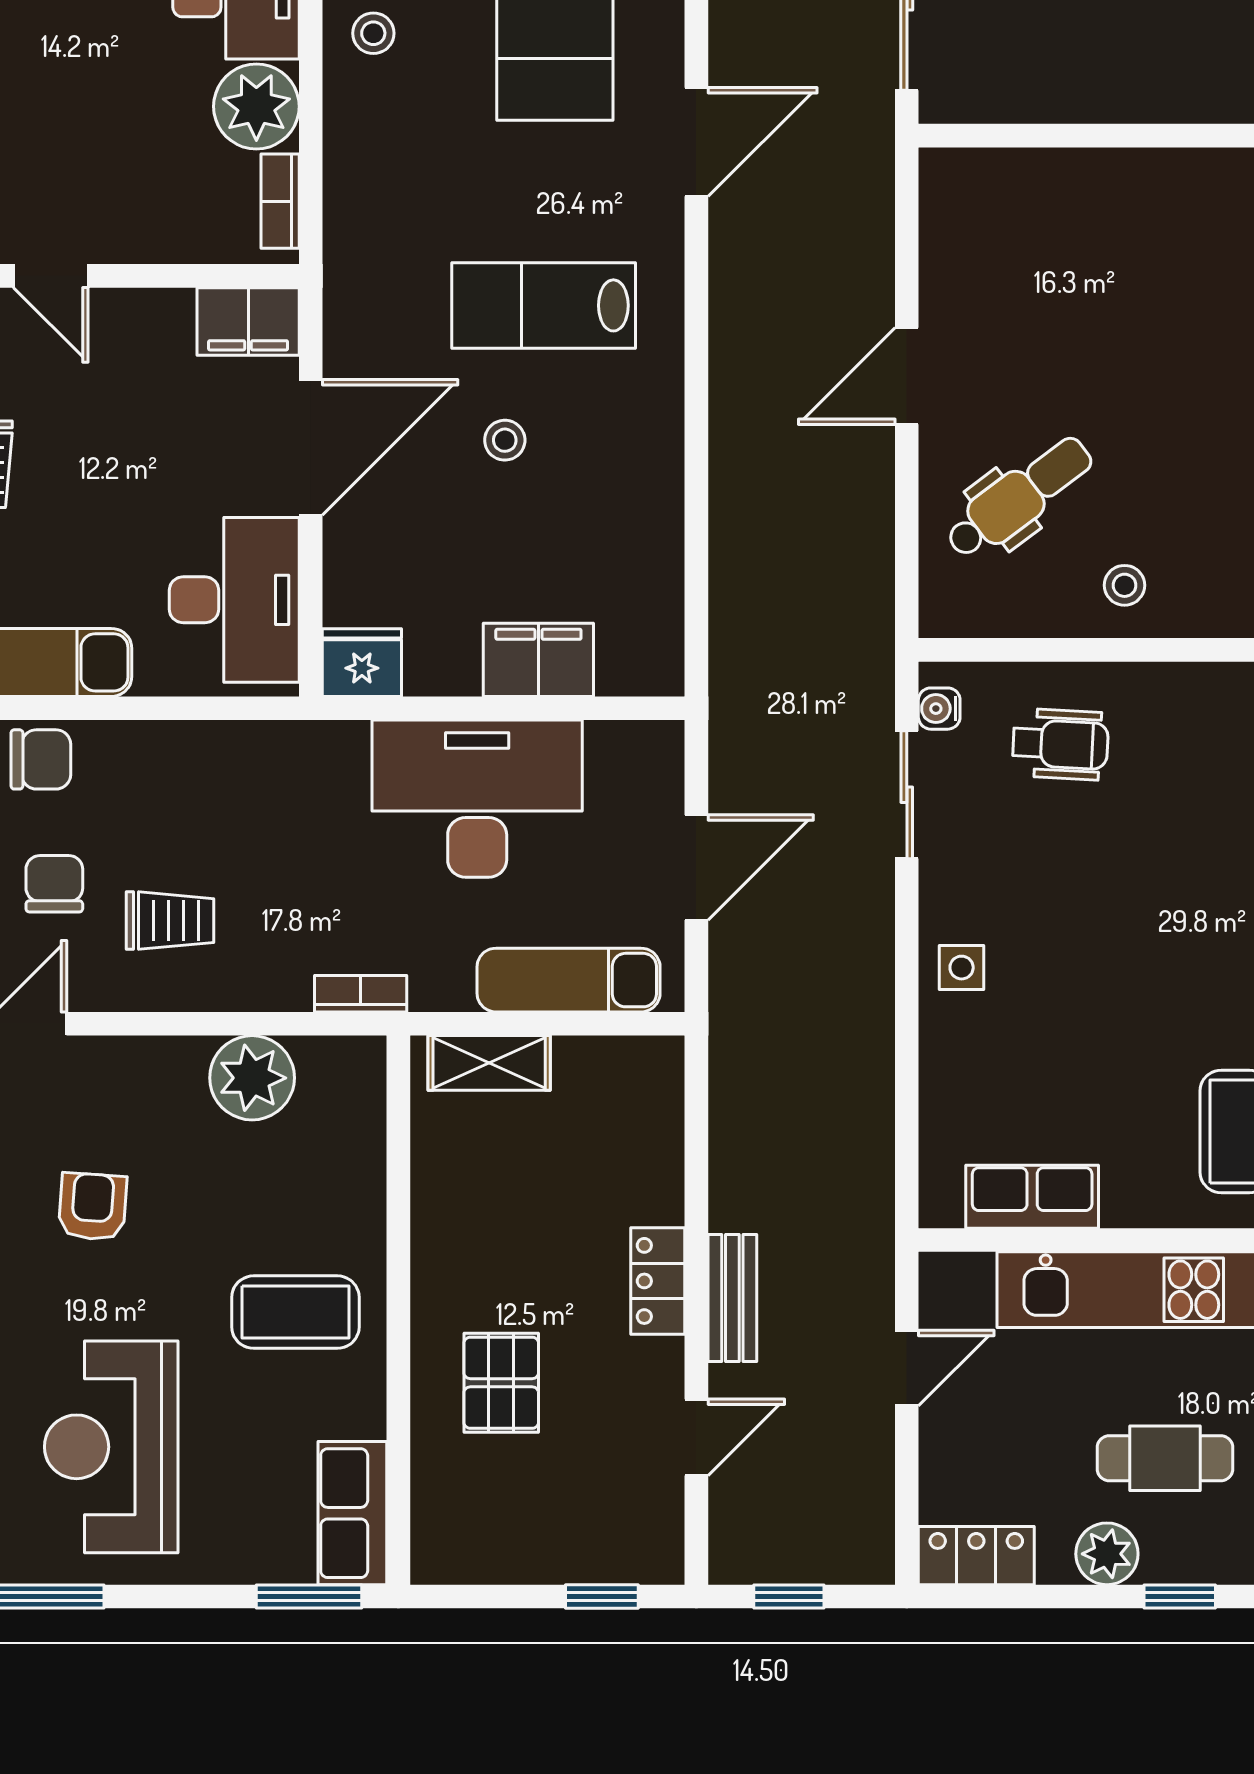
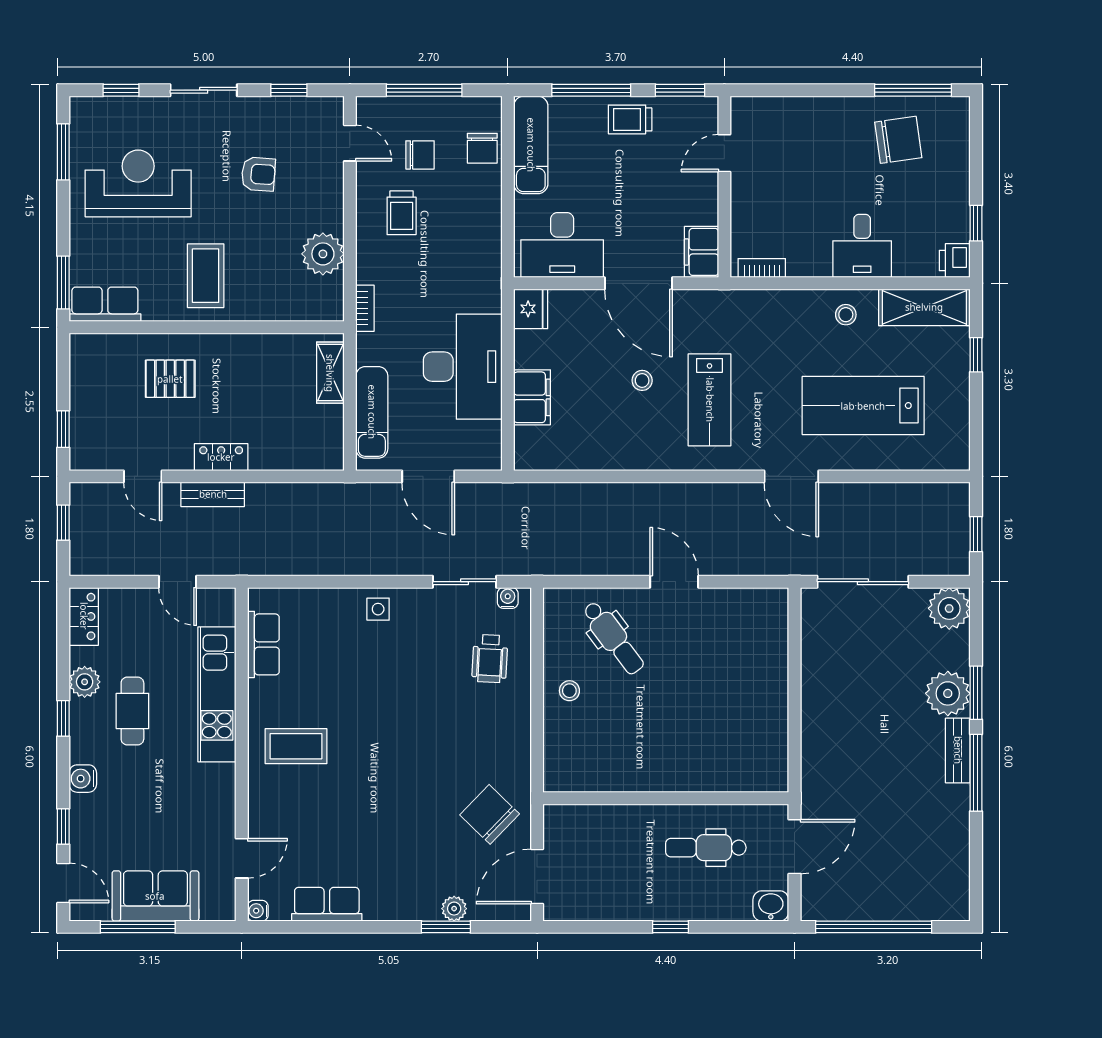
plant: (256, 106) -> (809, 256), removed
lab bench: (544, 305) -> (710, 400), turned 180

